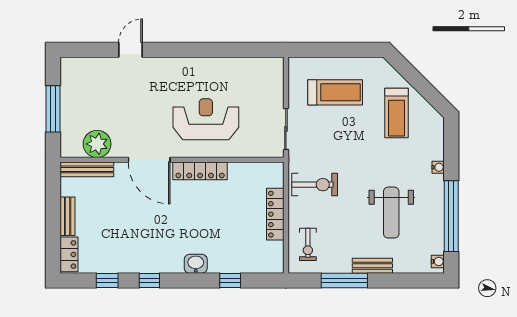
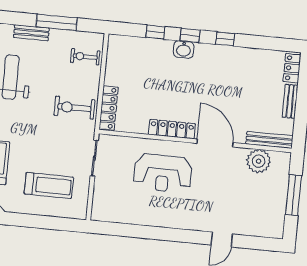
treadmill: (335, 92) -> (49, 185), turned 180
locker: (275, 214) -> (109, 108), moved
exercise bike: (308, 244) -> (85, 57), turned -90
window: (107, 281) -> (190, 35), moved

